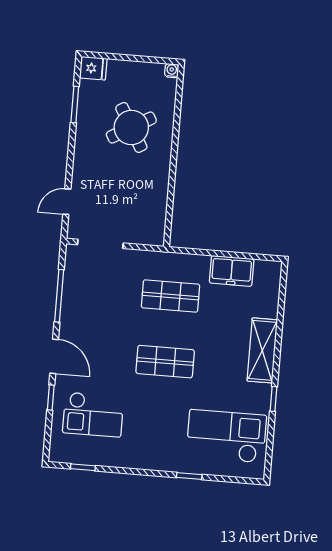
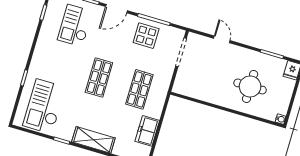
round table: (131, 128) -> (250, 86), turned 30
door: (67, 202) -> (222, 39), moved
display table: (86, 303) -> (146, 36), added
checkout: (226, 436) -> (44, 106), turned 180

